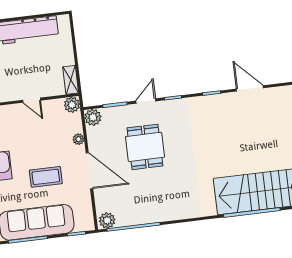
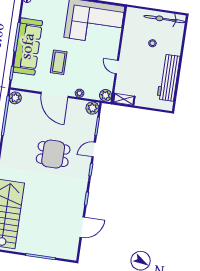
door: (32, 100) -> (117, 67), hinge flipped
door: (146, 101) -> (94, 150), swing flipped
dining table: (145, 147) -> (53, 154), moved
door: (89, 171) -> (54, 95), hinge flipped

